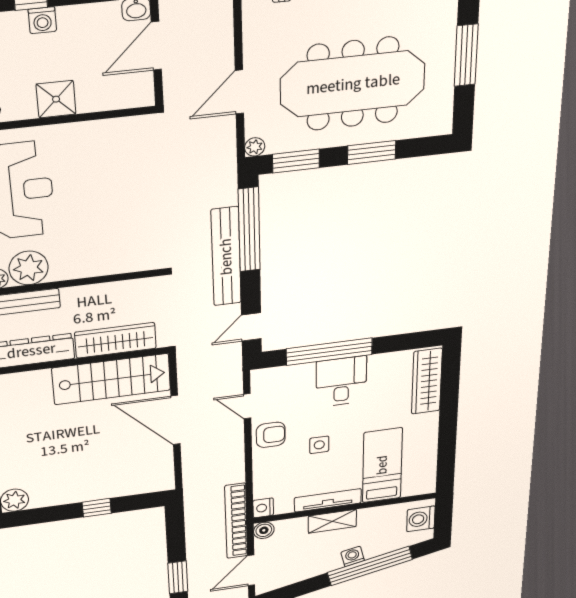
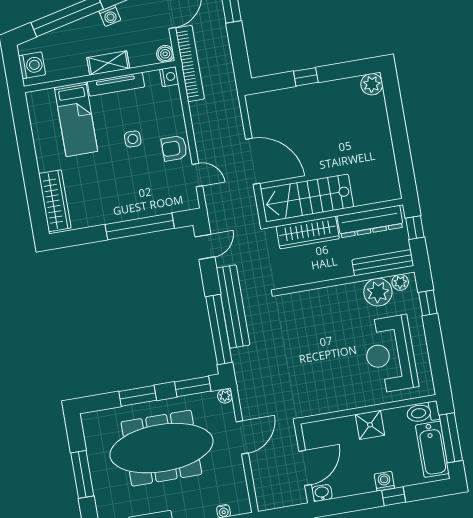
desk: (341, 381) -> (125, 199), removed
washing machine: (353, 556) -> (110, 16), moved

